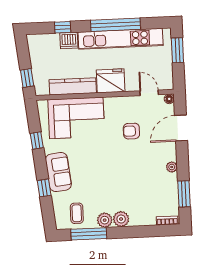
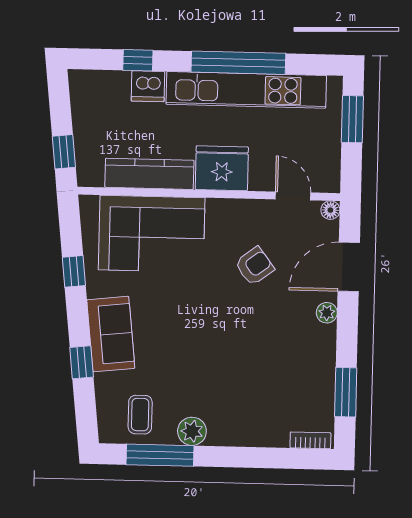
armchair: (131, 131) -> (254, 266), turned 143
plant: (172, 167) -> (327, 313), moved
plant: (121, 219) -> (223, 431), removed

